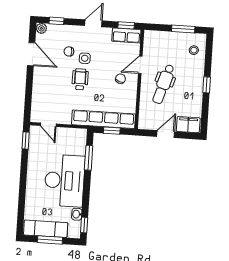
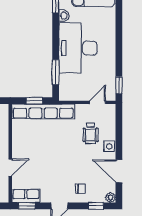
chair: (69, 51) -> (81, 189), moved
side table: (85, 58) -> (109, 146), moved
wheelchair: (80, 79) -> (91, 133), moved
chair: (120, 79) -> (29, 153), removed
door: (48, 125) -> (98, 102), hinge flipped

